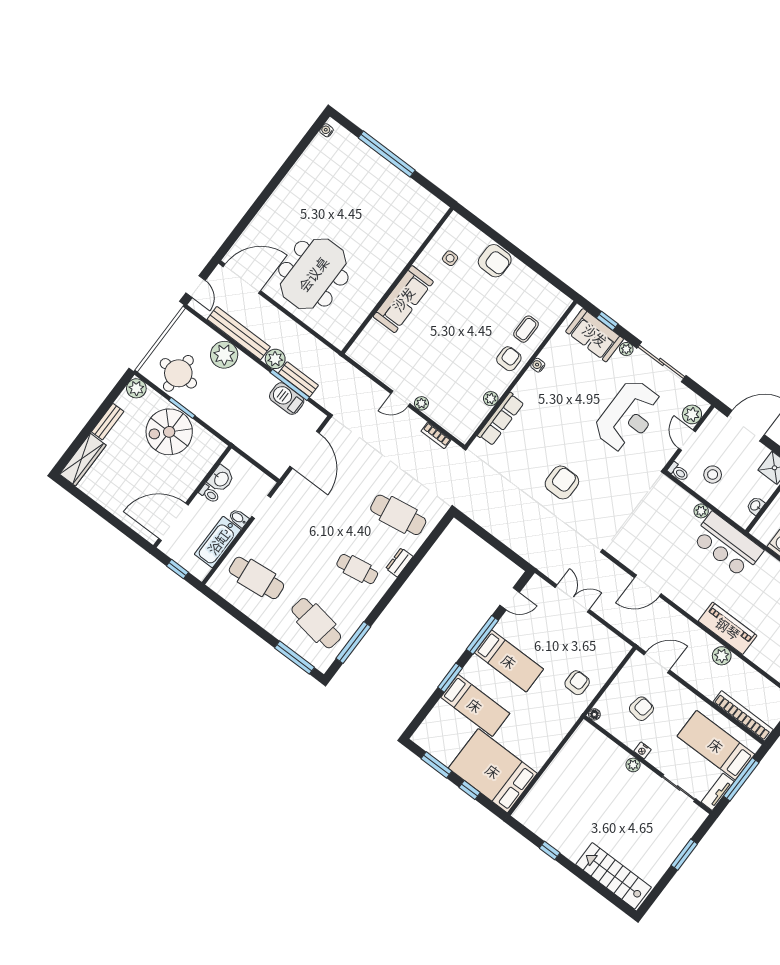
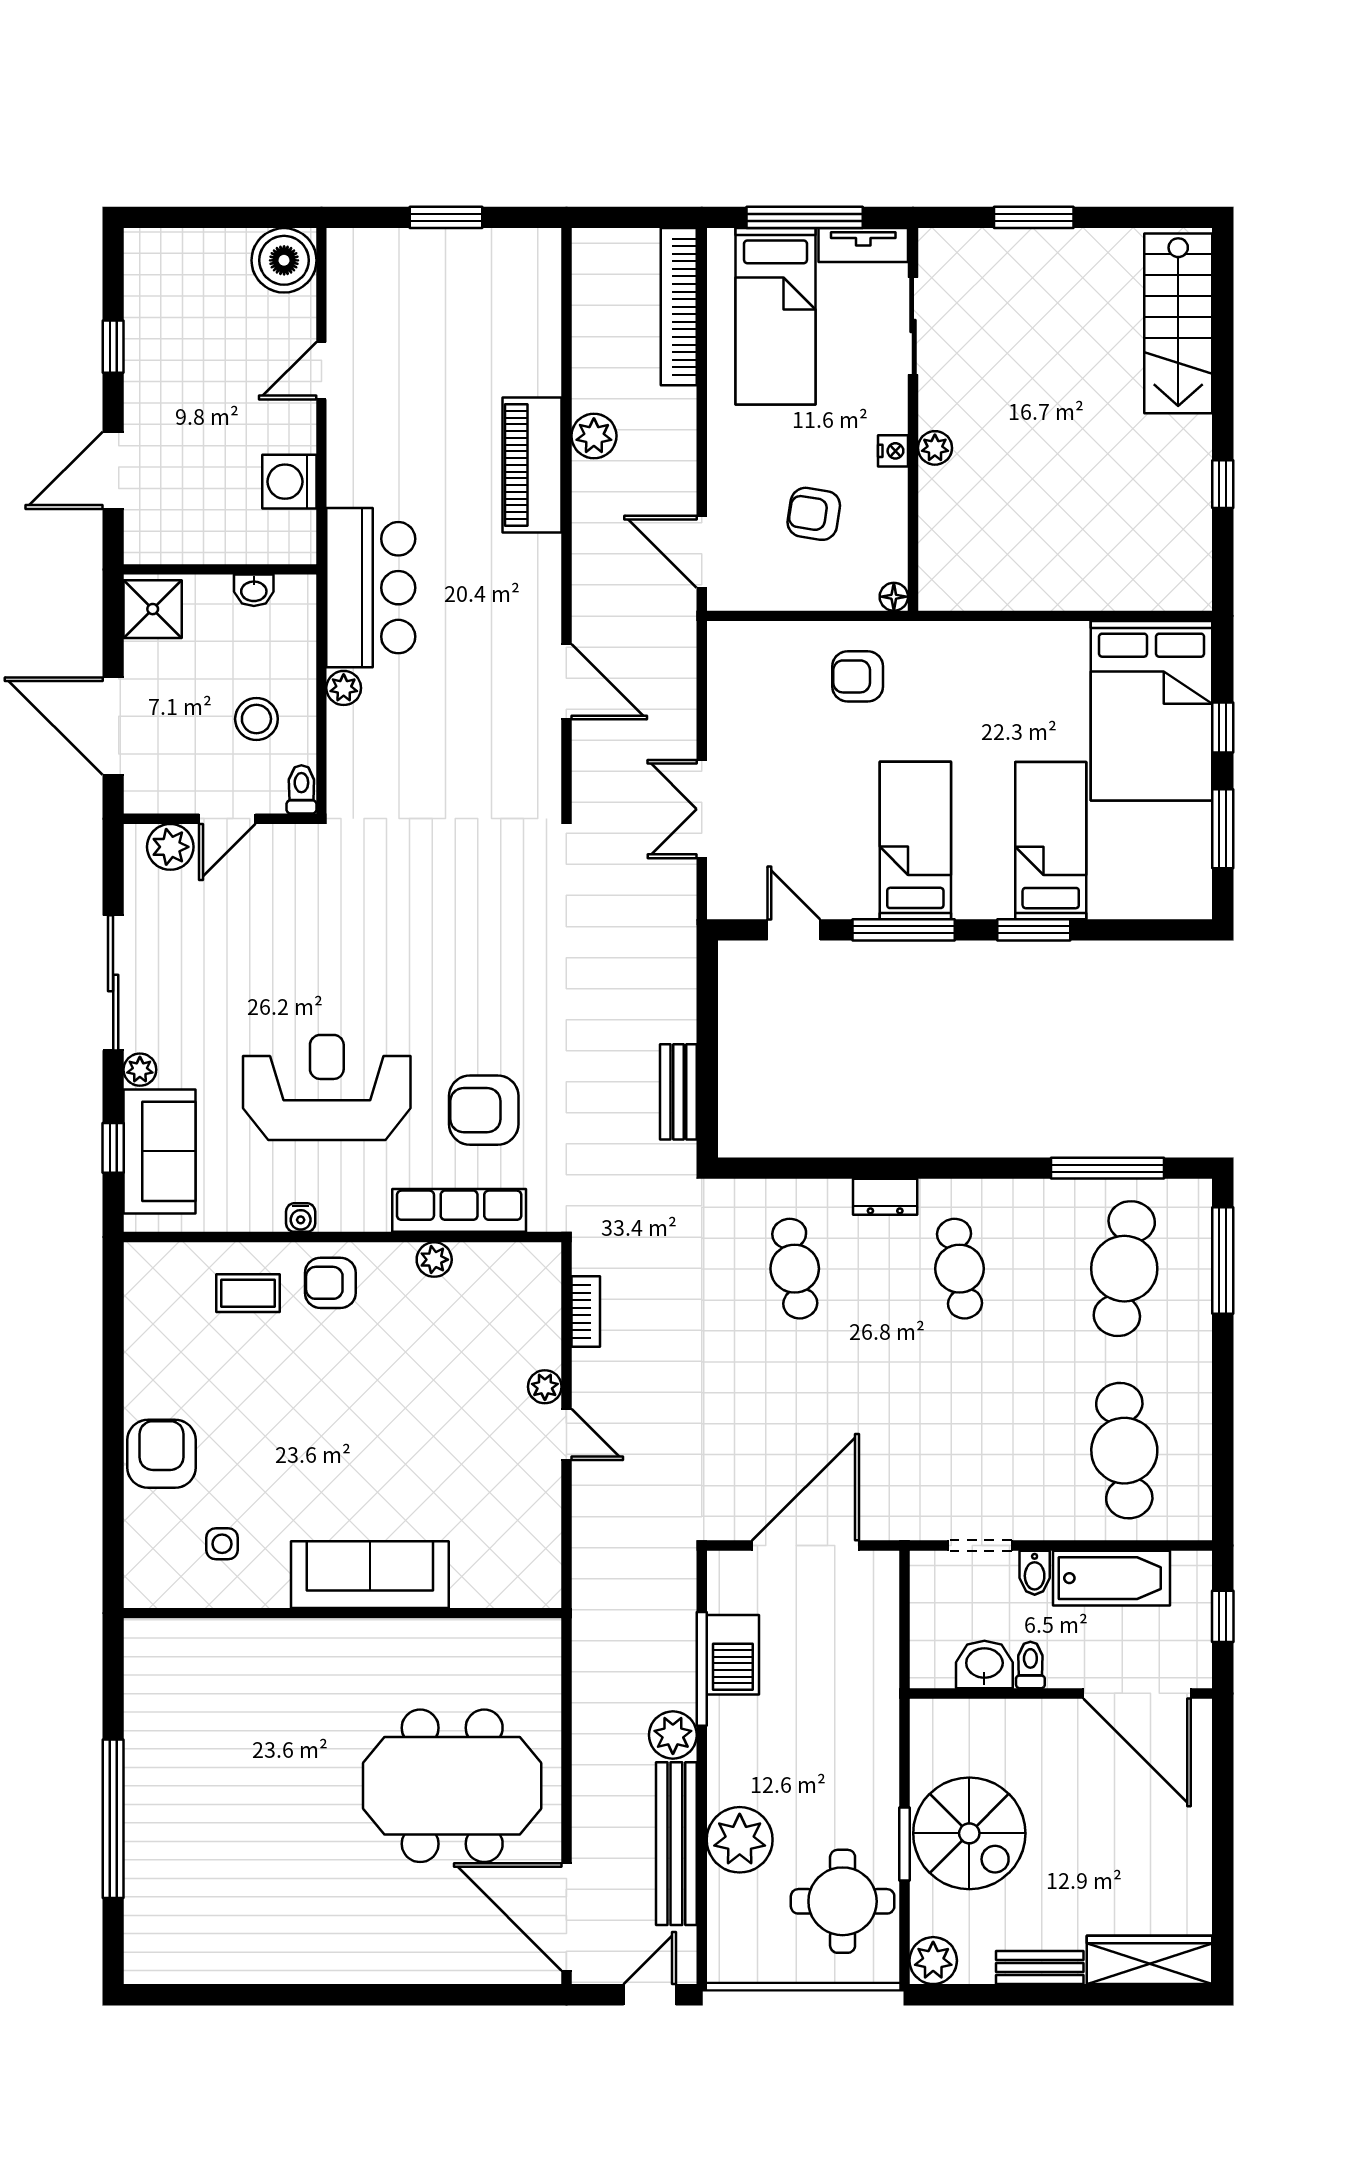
water cooler: (326, 130) -> (155, 1970), removed
bench: (298, 379) -> (678, 1092), moved
reception desk: (628, 416) -> (327, 1087), moved
armchair: (562, 482) -> (484, 1110), moved
cafe table: (398, 515) -> (795, 1269), width x0.73, depth x0.74

